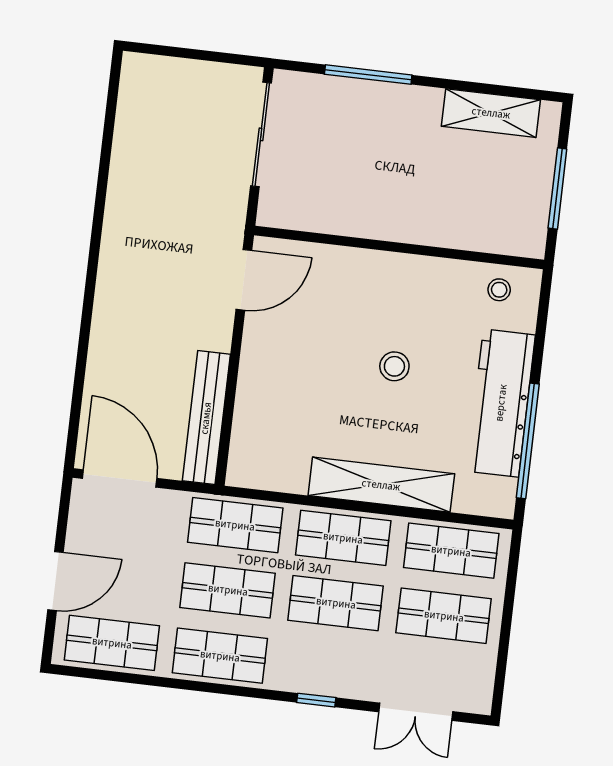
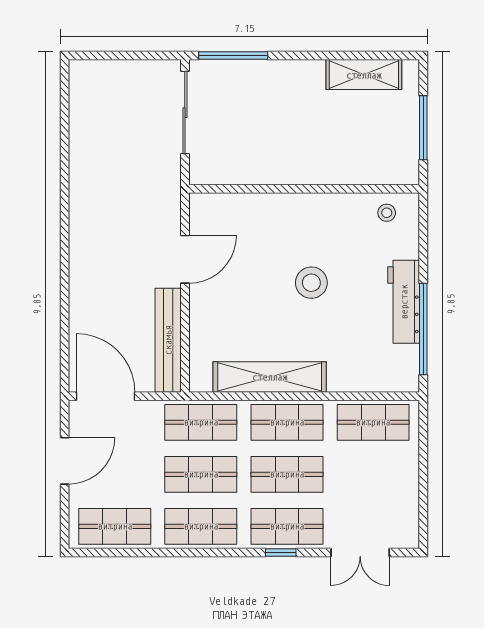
window: (368, 75) -> (233, 56), moved
door: (244, 280) -> (185, 259), moved
stool: (394, 366) -> (311, 283), width x1.38, depth x1.38
workbench: (501, 403) -> (404, 302), width x0.73, depth x0.76
shelving: (381, 485) -> (270, 377), moved
door: (56, 581) -> (65, 461), moved
shop shelf: (444, 616) -> (287, 526), moved

